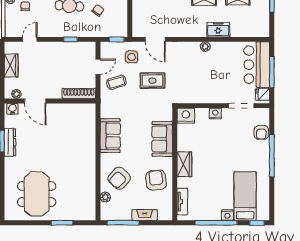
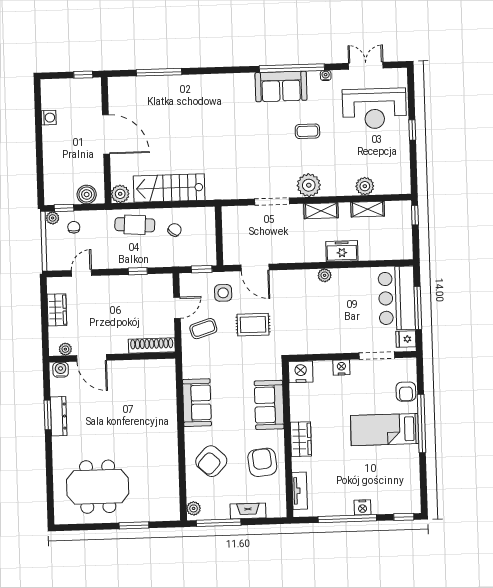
meeting table: (37, 194) -> (98, 487), turned 90
bed: (245, 196) -> (385, 430), moved, turned -90
plant: (105, 197) -> (194, 508), moved

